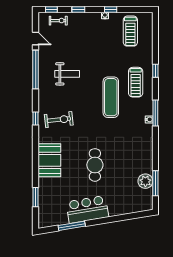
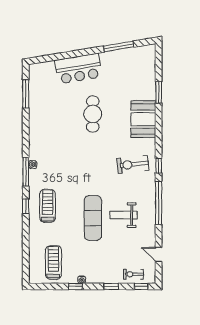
window: (36, 70) -> (159, 203), moved
window: (155, 71) -> (26, 206), moved
exercise mat: (111, 97) -> (93, 218), moved
plant: (145, 181) -> (37, 96), removed
window: (36, 197) -> (159, 92), moved
bar counter: (87, 209) -> (78, 69), moved

